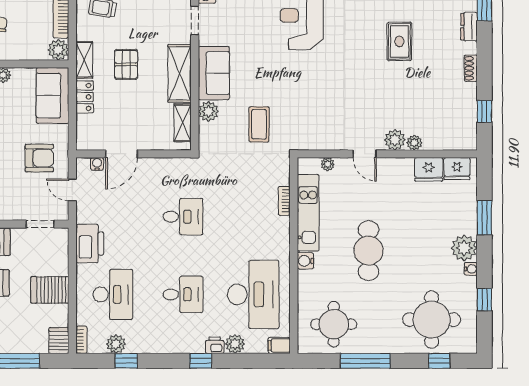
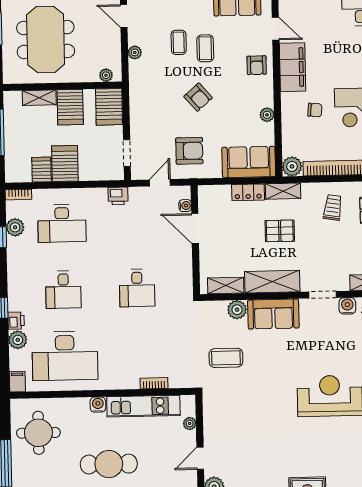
armchair: (39, 158) -> (189, 151), turned -90
printer: (90, 244) -> (118, 196), width x0.53, depth x0.68
server rack: (59, 341) -> (42, 170), moved, turned -90

